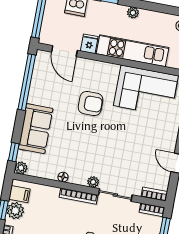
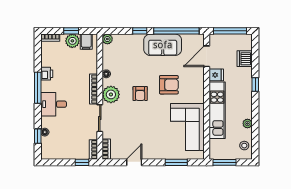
plant: (133, 13) -> (247, 124), moved
armchair: (90, 104) -> (169, 85), turned -90
sofa: (36, 129) -> (163, 45), moved
armchair: (95, 140) -> (140, 94), added
window: (14, 152) -> (140, 31), moved
plant: (93, 182) -> (111, 94), width x1.88, depth x1.88

